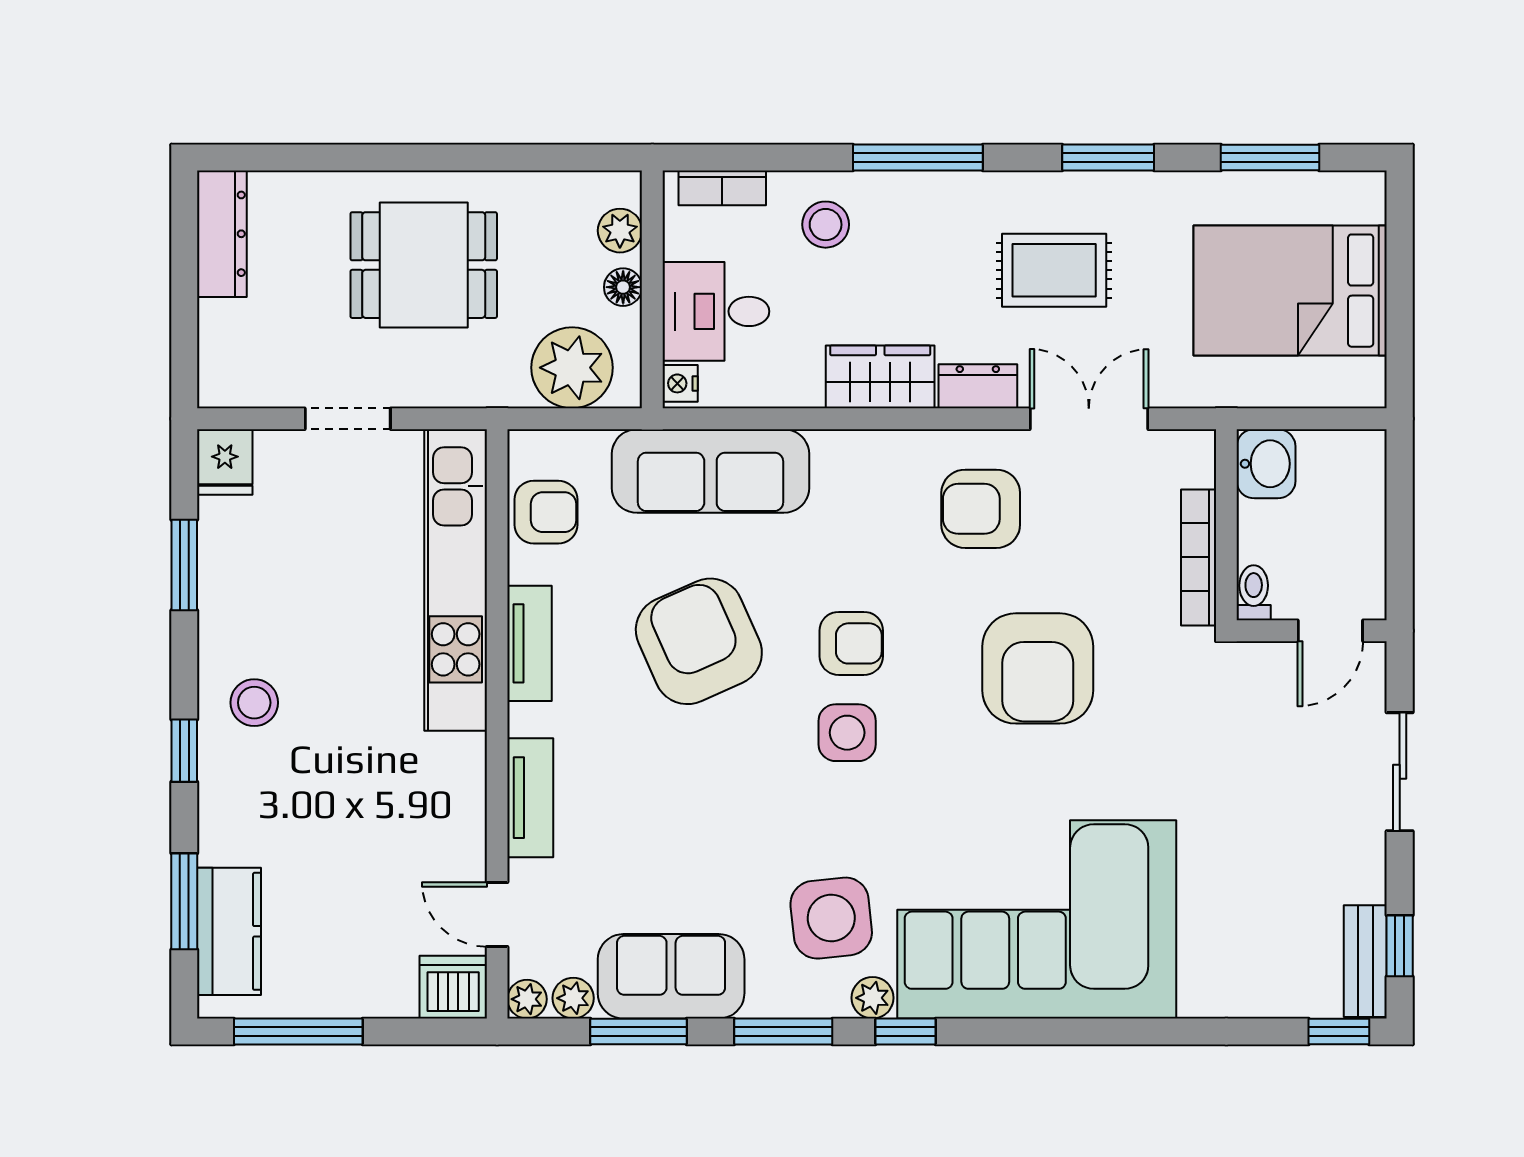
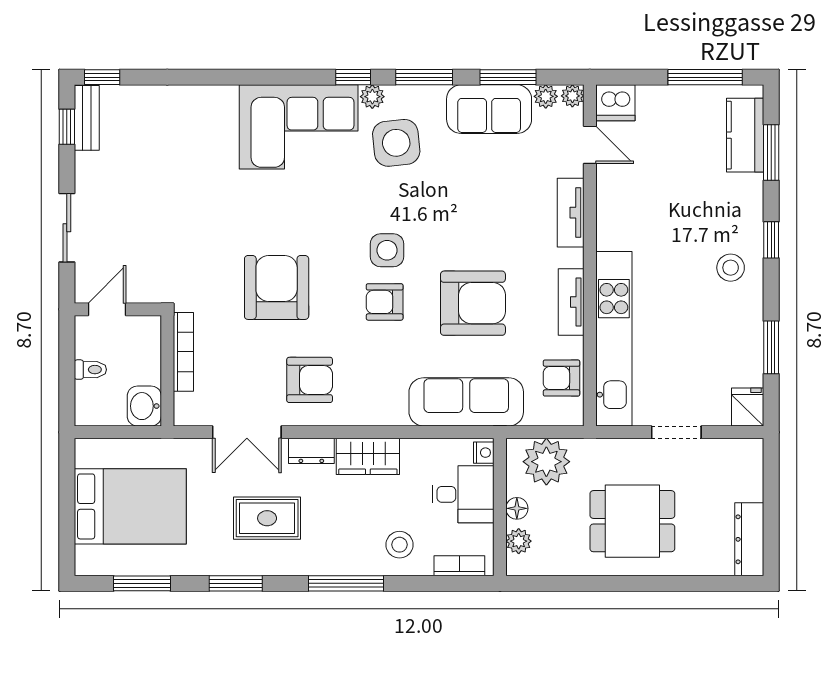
toilet: (1254, 593) -> (90, 370), moved, turned -90
armchair: (699, 641) -> (473, 303), turned -66
corner sofa: (1037, 919) -> (299, 127), width x0.73, depth x0.74

